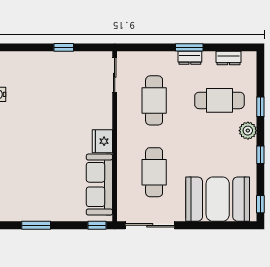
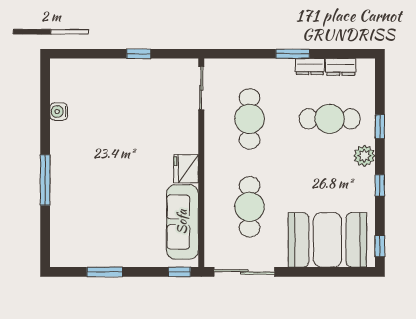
dresser: (190, 58) -> (310, 67), moved

